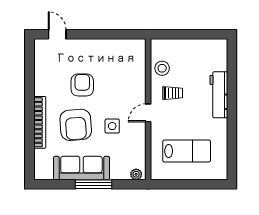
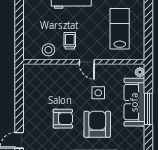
armchair: (82, 85) -> (63, 119), turned 180
armchair: (76, 125) -> (97, 124), turned -86
sofa: (81, 168) -> (134, 102), moved

